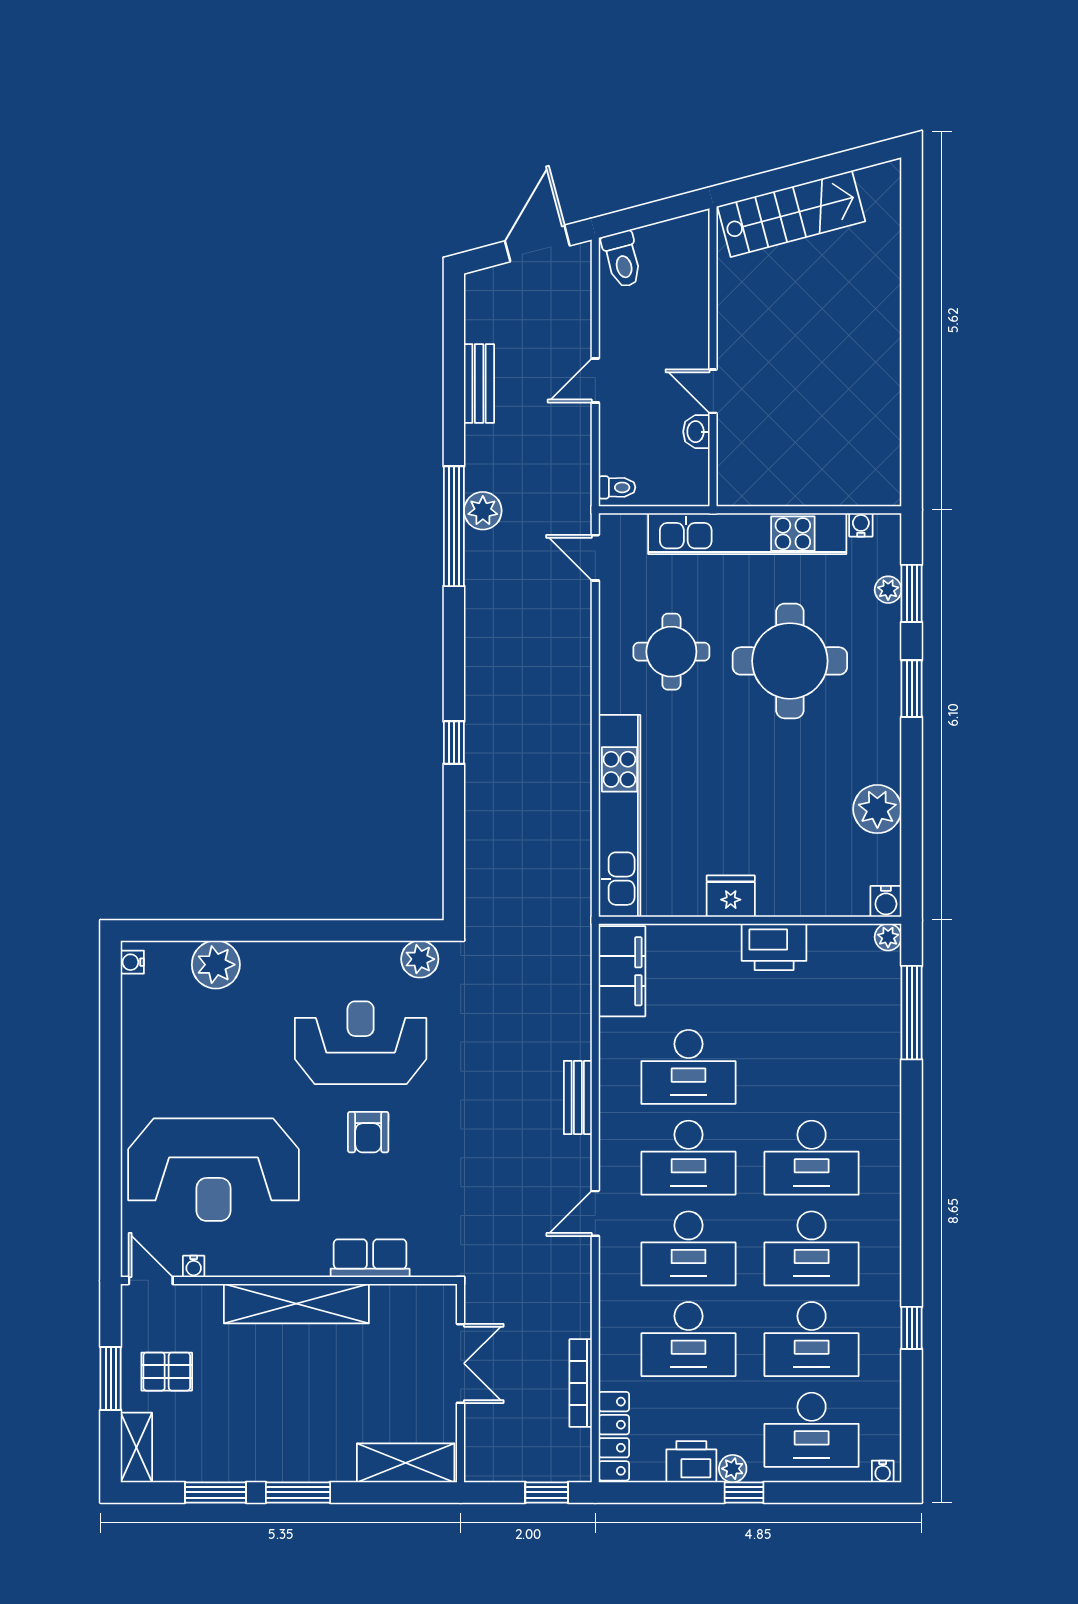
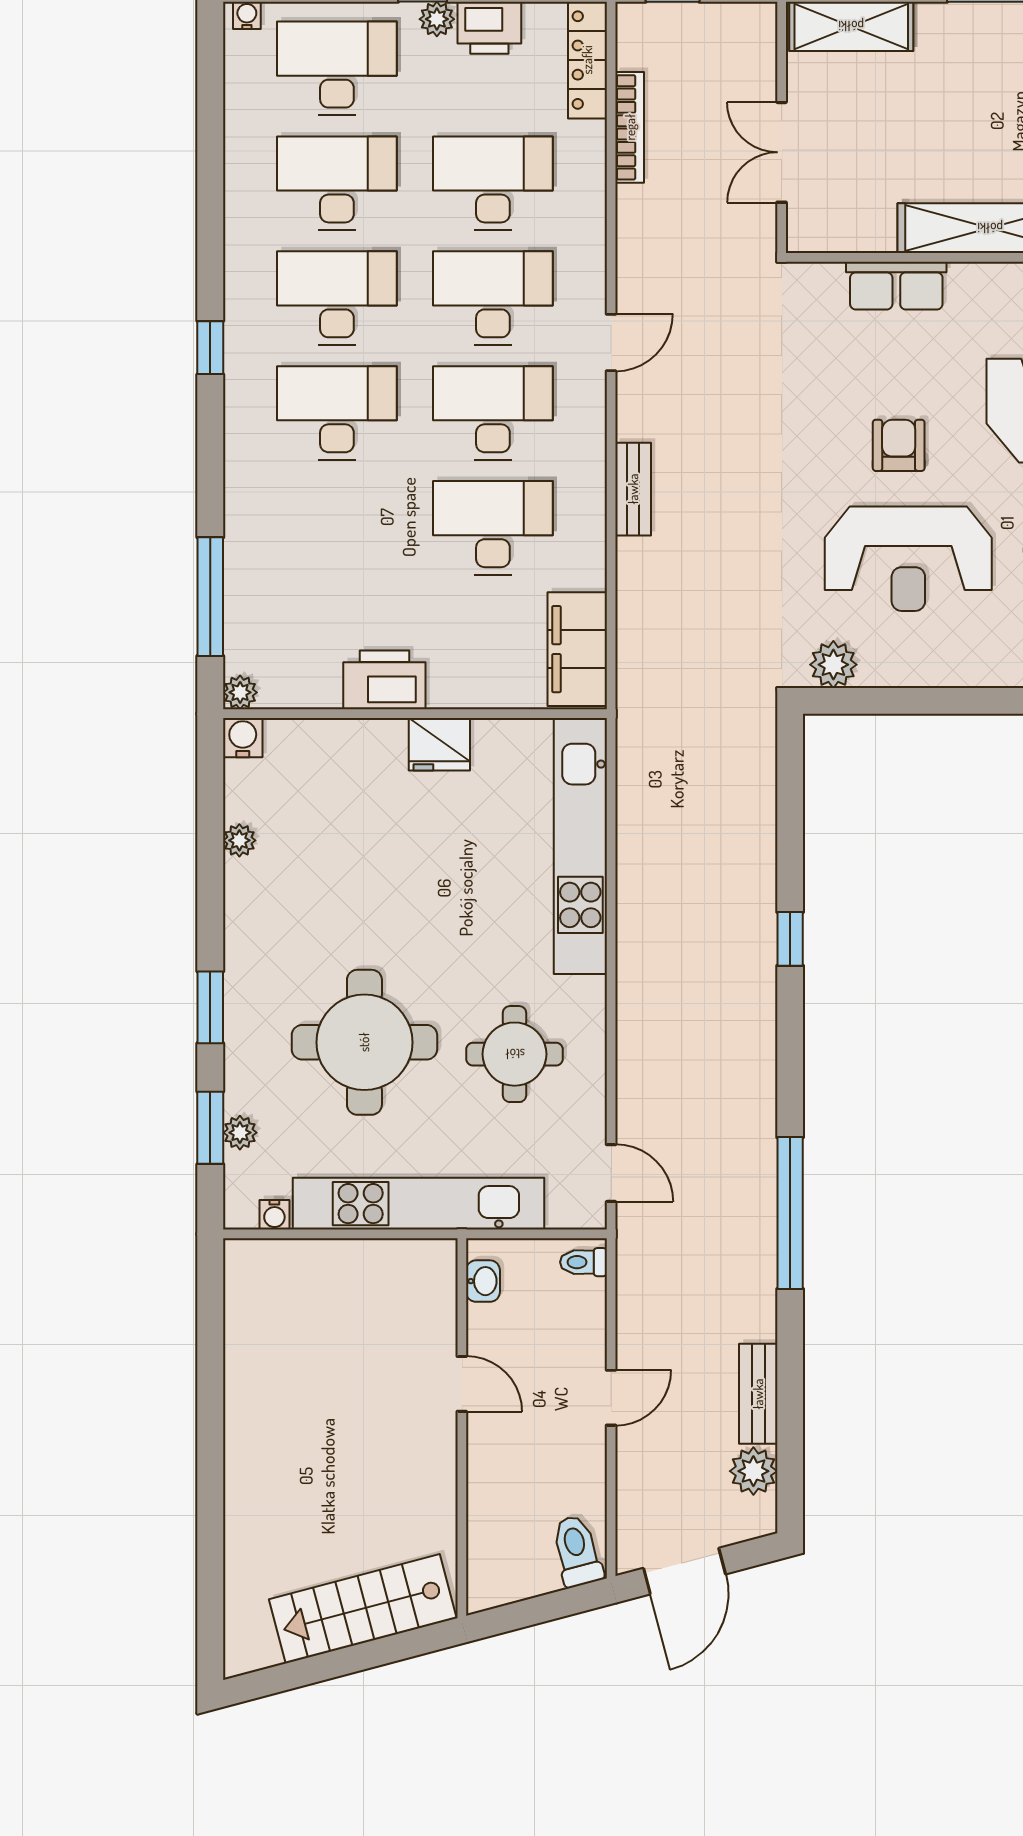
washbasin: (696, 432) -> (483, 1281), moved
plant: (483, 511) -> (753, 1471), moved
plant: (877, 809) -> (239, 840), width x0.53, depth x0.53
window: (912, 1328) -> (210, 348), moved

